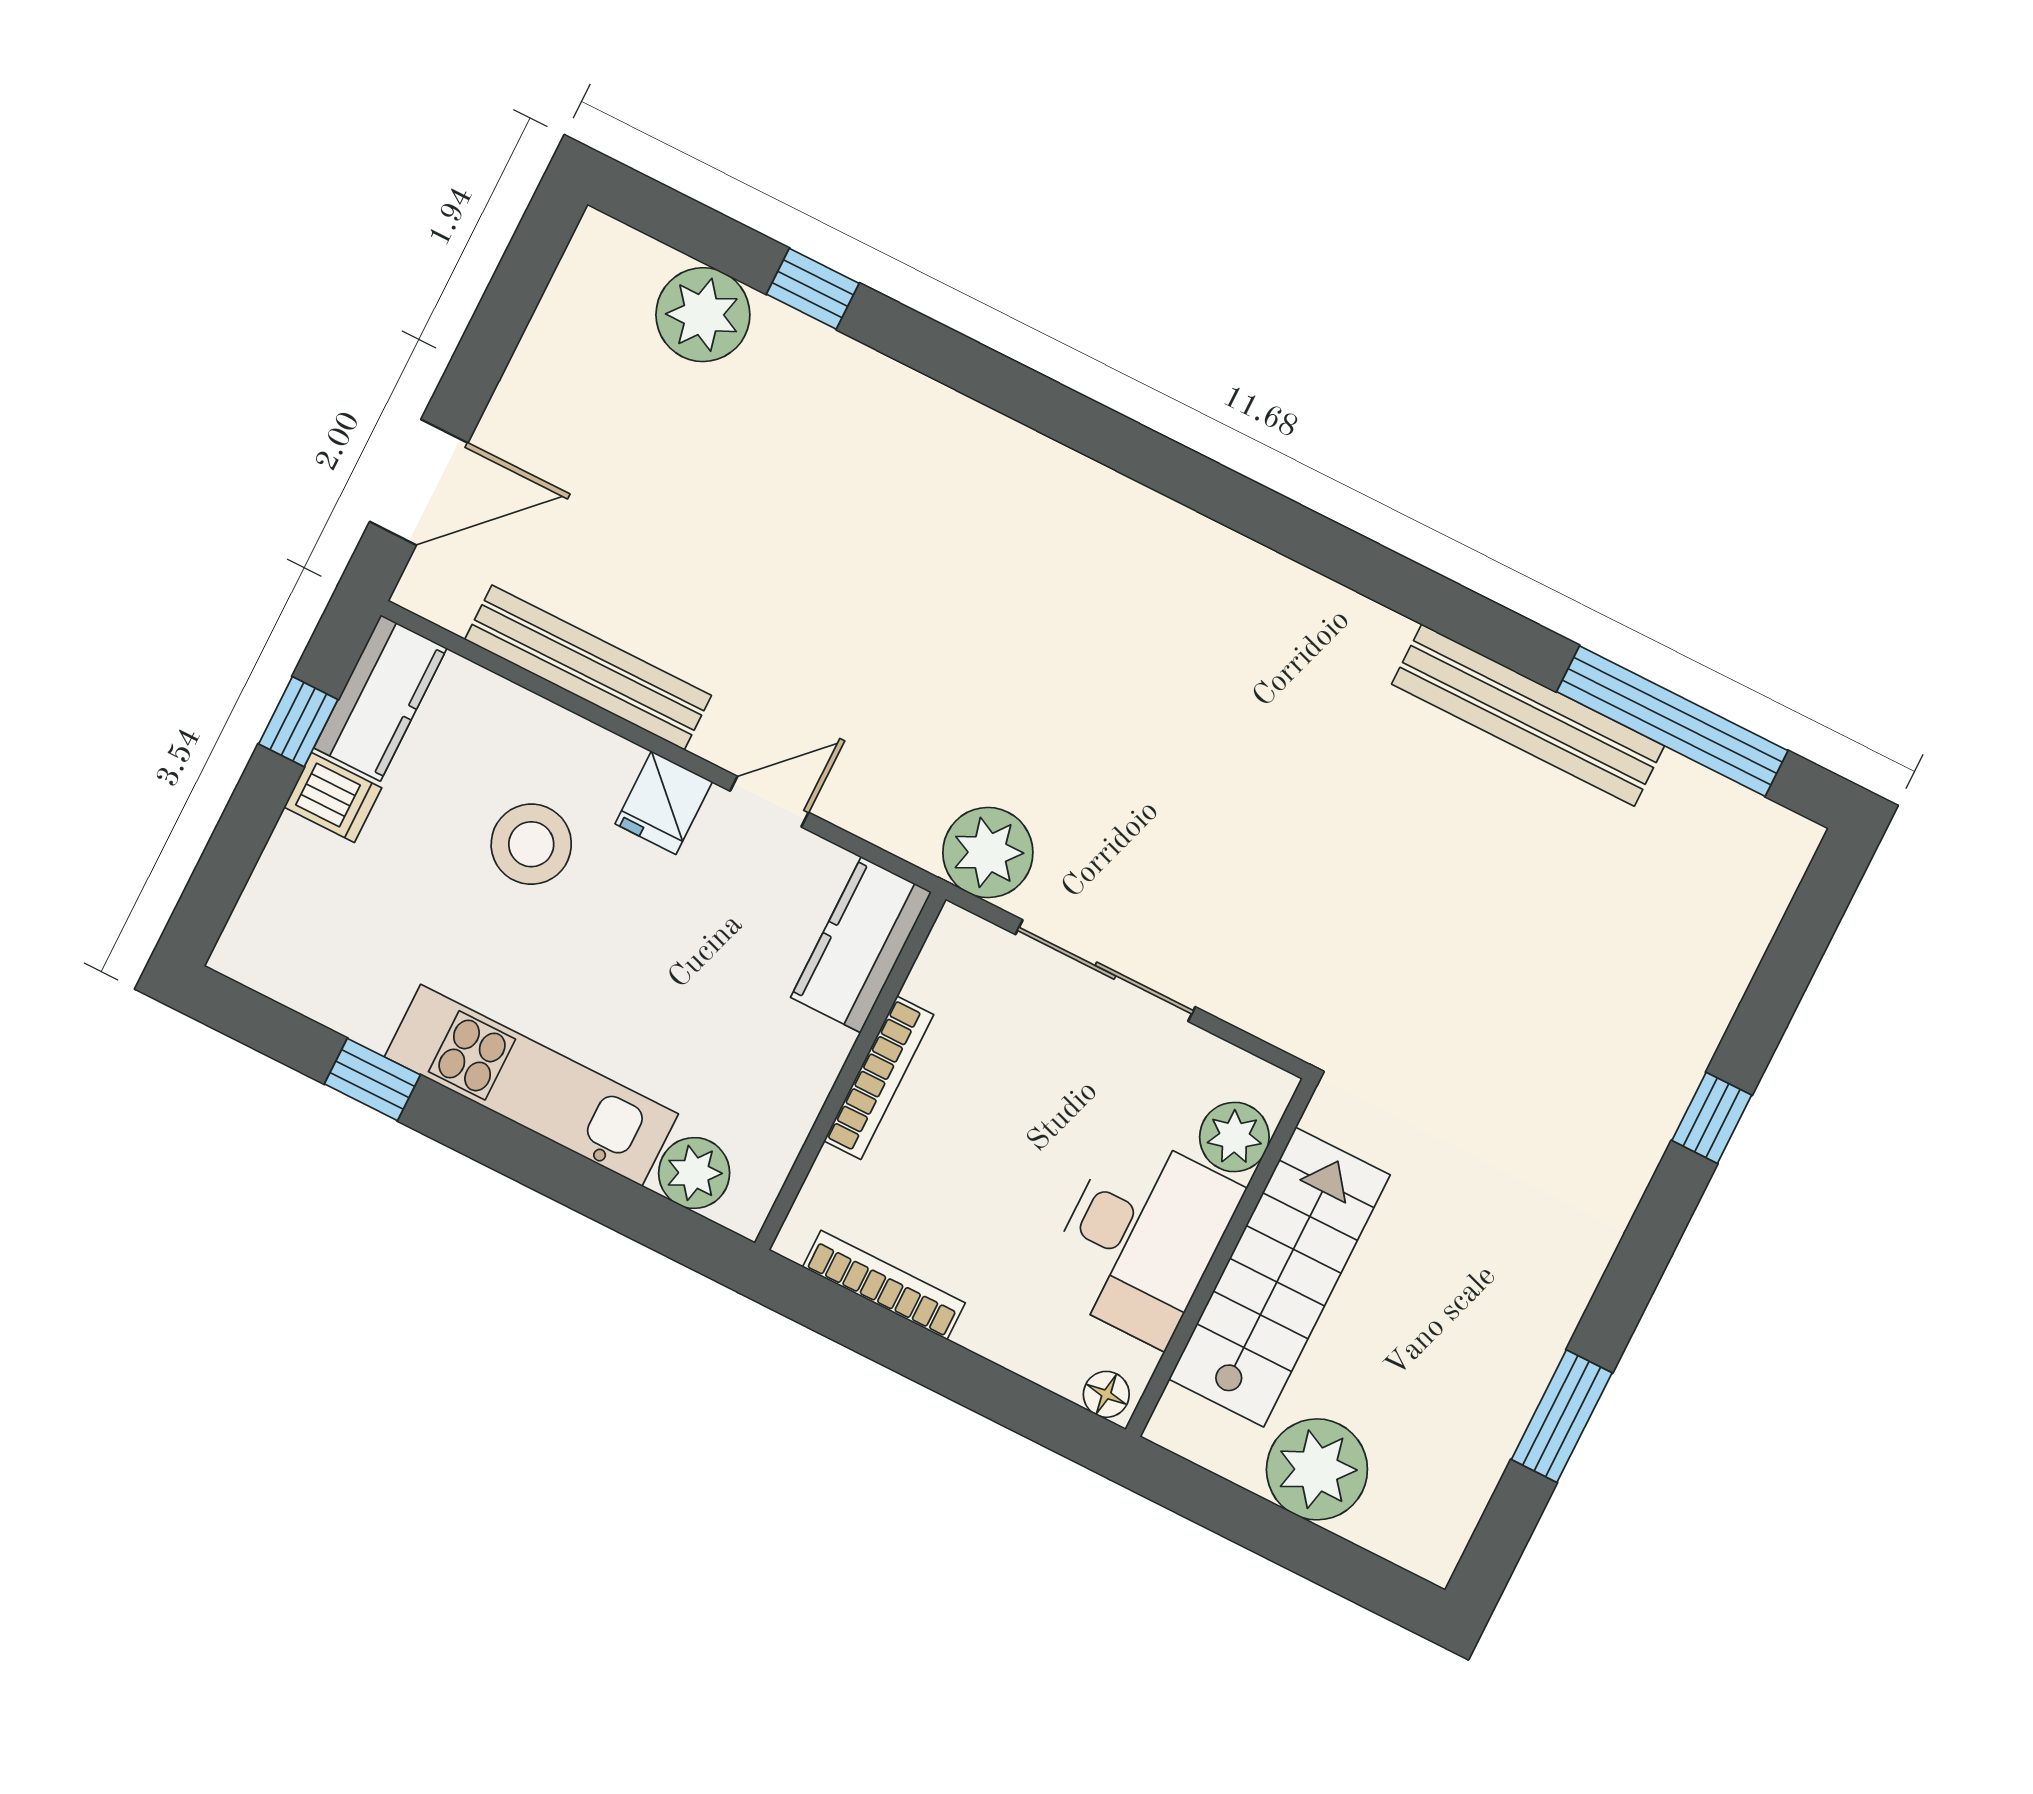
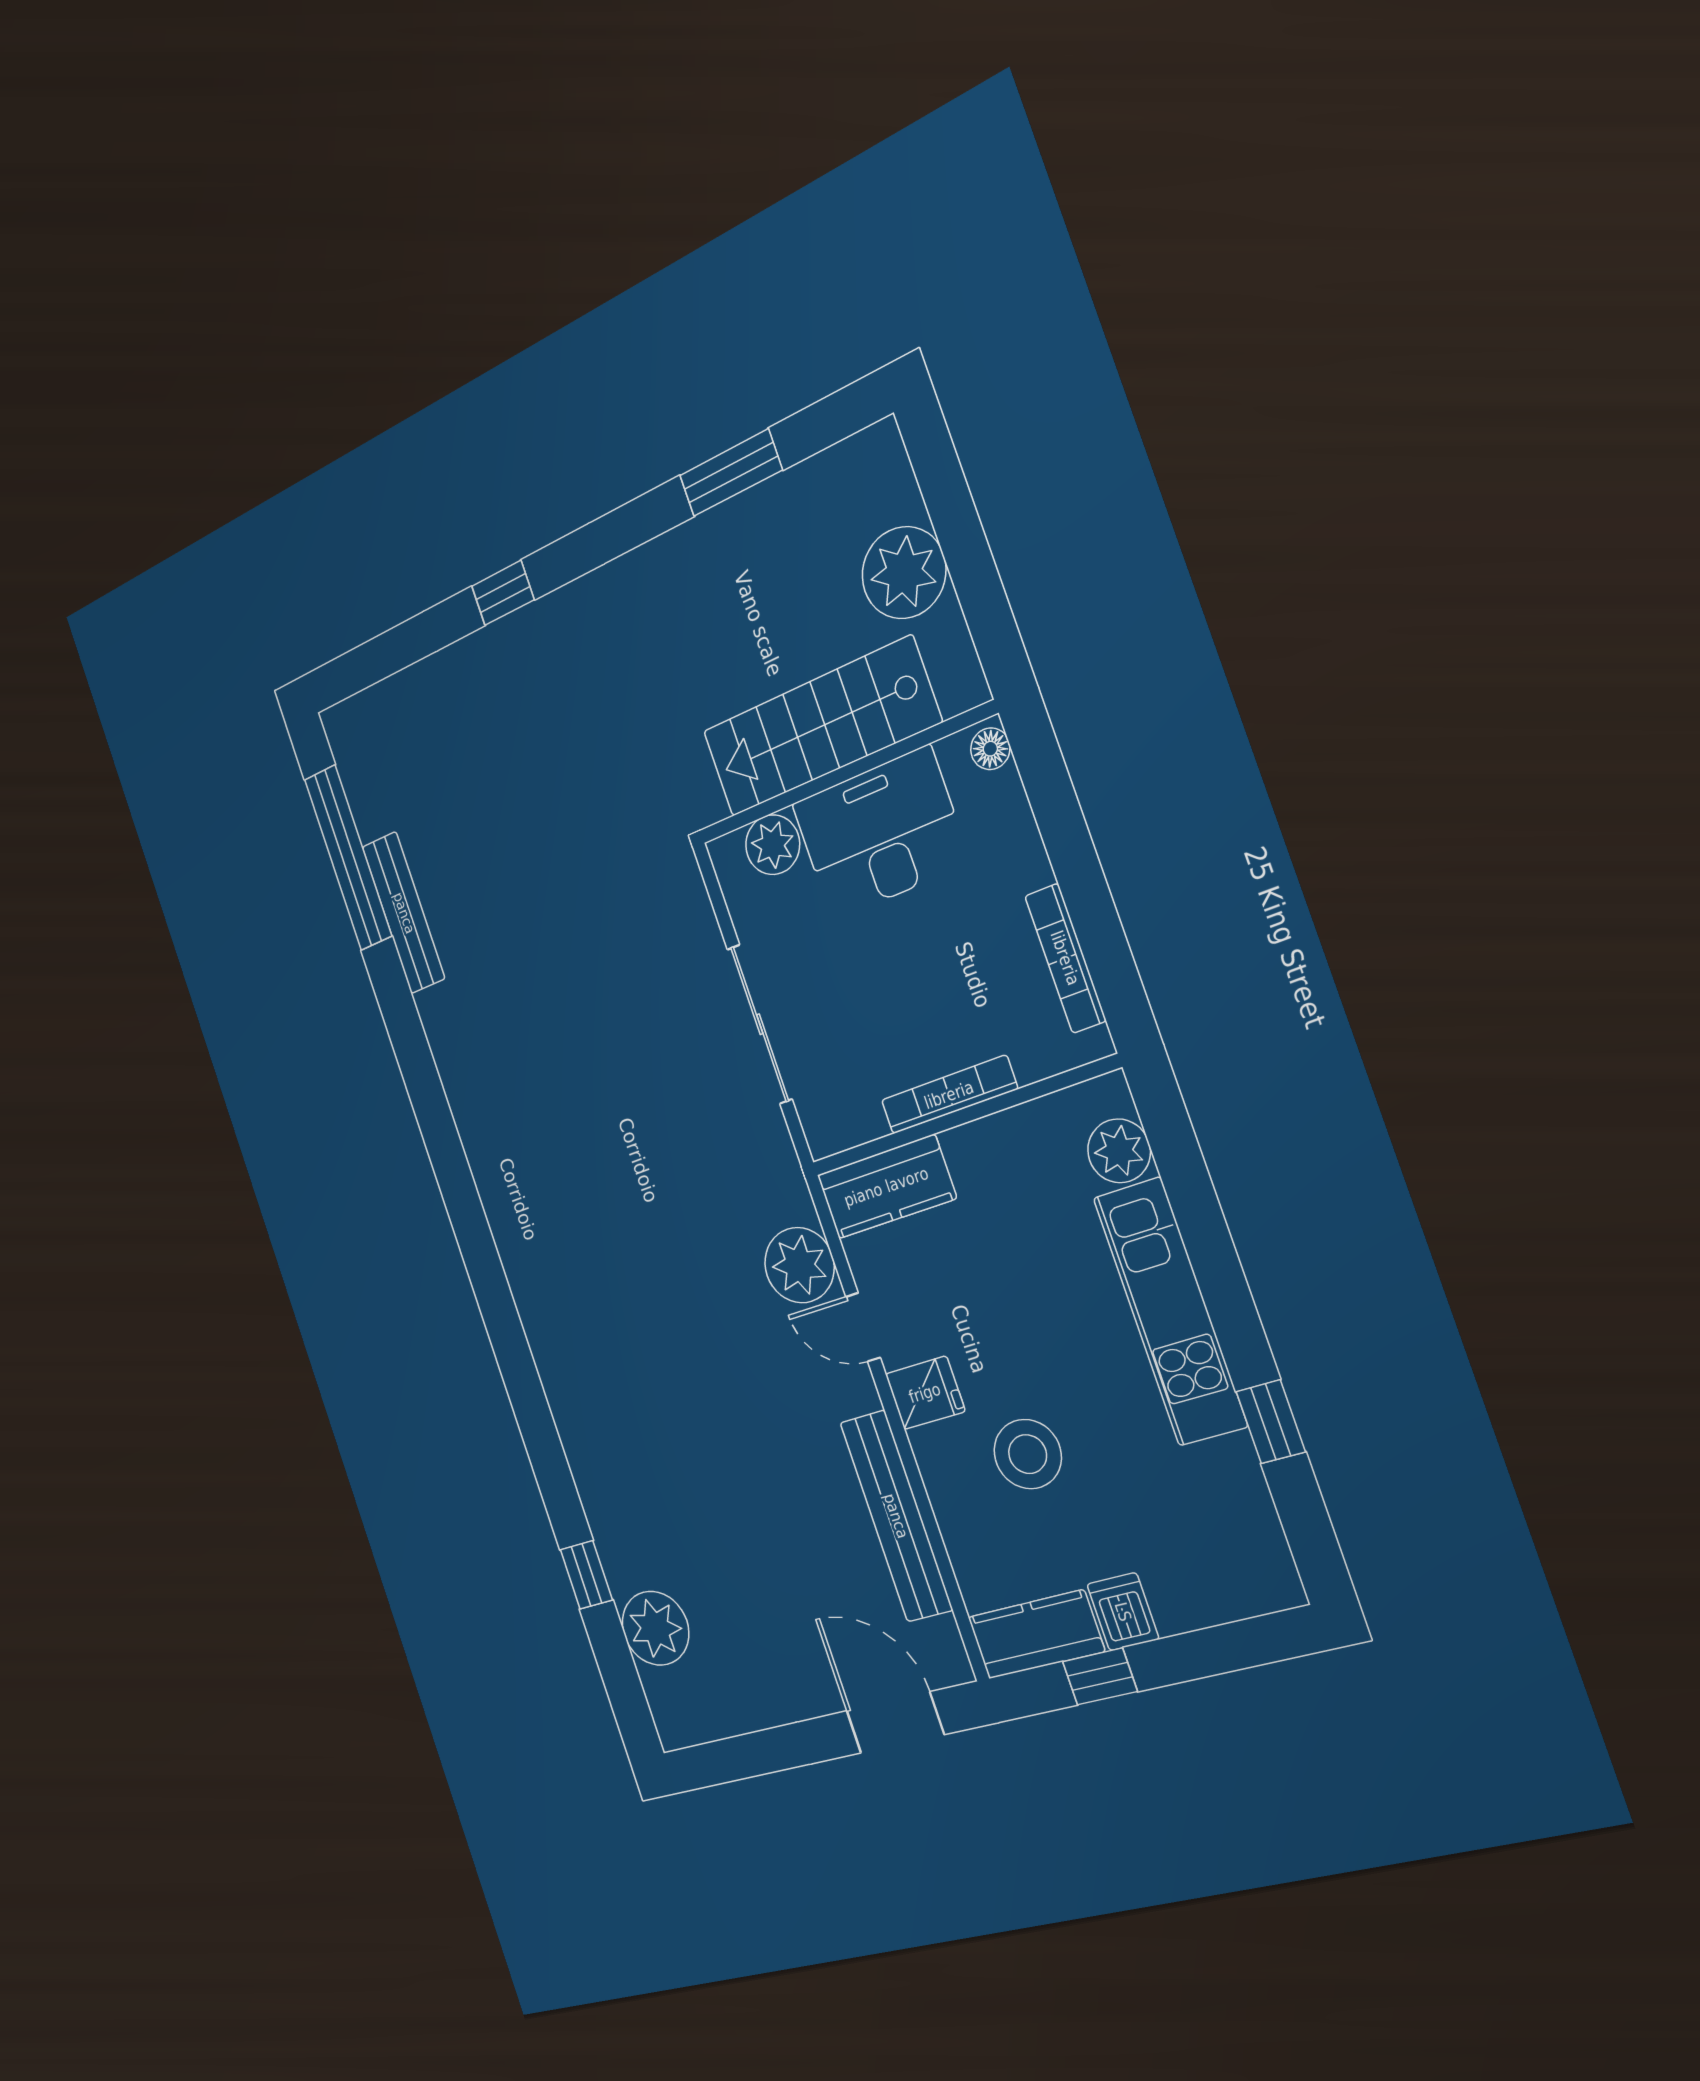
bench: (1528, 715) -> (404, 913), width x0.73, depth x0.82
plant: (988, 853) -> (799, 1265), moved

